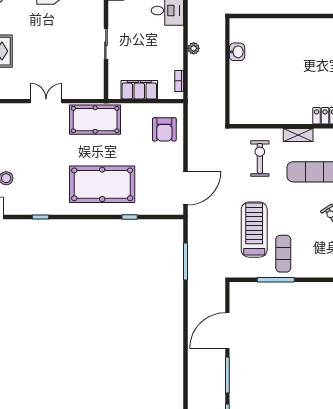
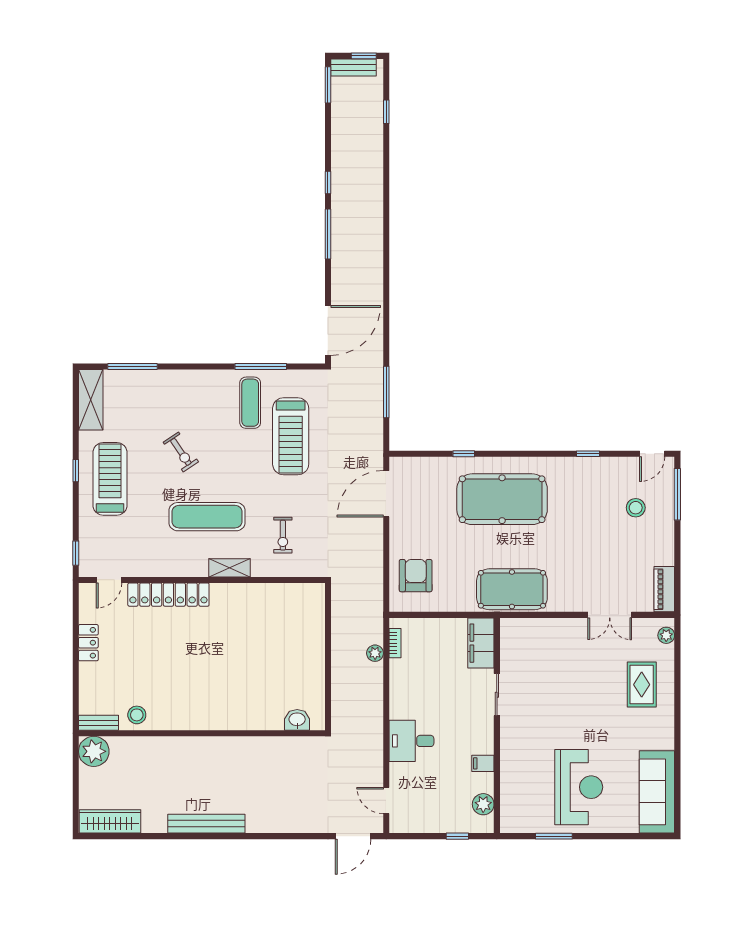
plant: (194, 48) -> (375, 653), moved
washbasin: (237, 52) -> (297, 720), moved, turned 90
filing cabinet: (139, 90) -> (481, 643), moved, turned 90
double door: (46, 101) -> (610, 615), moved
exercise bike: (260, 158) -> (283, 535), width x0.73, depth x0.72
door: (227, 331) -> (328, 330), moved

